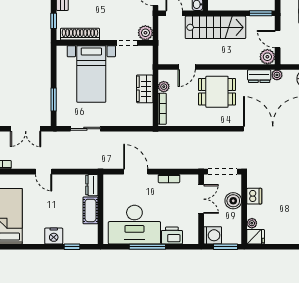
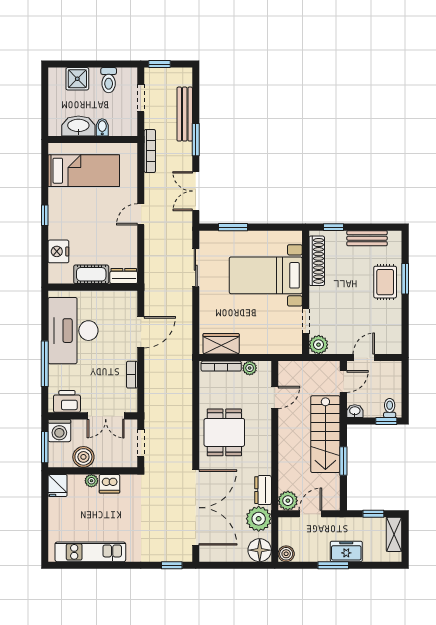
window: (261, 13) -> (343, 461), moved
door: (187, 67) -> (275, 397), swing flipped
plant: (277, 75) -> (259, 519), width x1.88, depth x1.88
wardrobe: (145, 89) -> (221, 344), moved
dining table: (217, 92) -> (224, 432), moved
doorway: (222, 172) -> (141, 443), width x0.73
boiler: (233, 201) -> (83, 457), moved
plant: (252, 223) -> (91, 481), moved
printer: (172, 235) -> (67, 401), moved, turned -90
nightstand: (54, 236) -> (58, 251), moved
window: (72, 247) -> (45, 215), moved
window: (147, 247) -> (45, 364), moved

